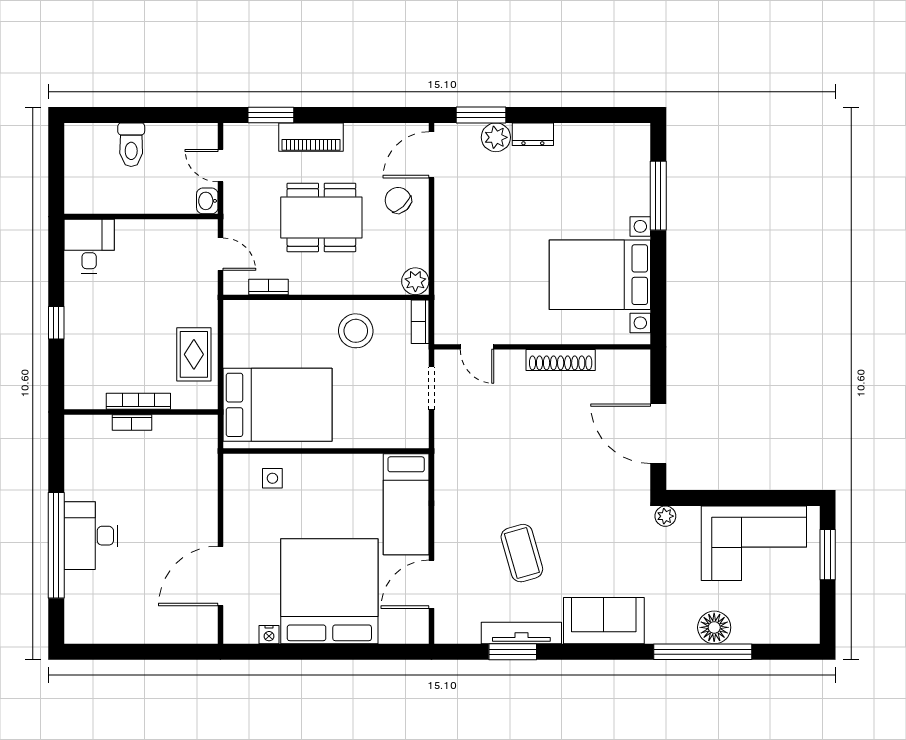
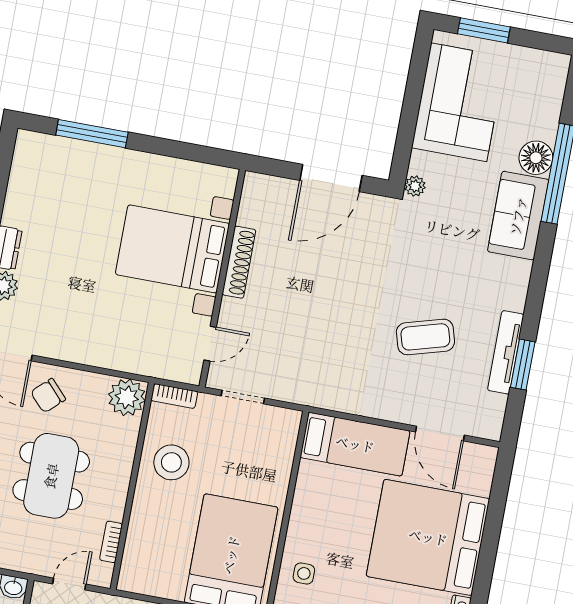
bed with nightstands: (600, 275) -> (172, 249), moved, turned 90
plant: (415, 281) -> (127, 397), width x1.36, depth x1.36
sofa: (604, 621) -> (518, 216), moved

